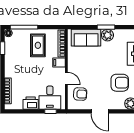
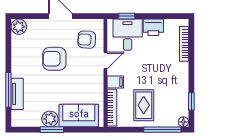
door: (66, 79) -> (105, 60), swing flipped
armchair: (120, 83) -> (54, 59), moved

